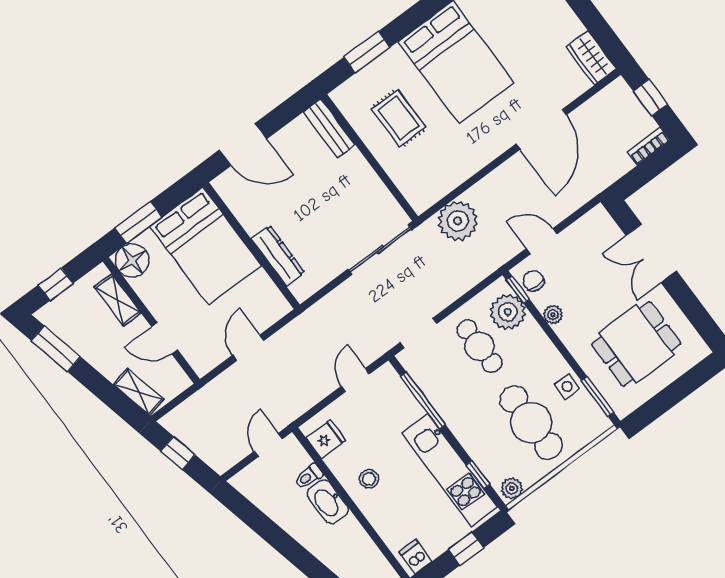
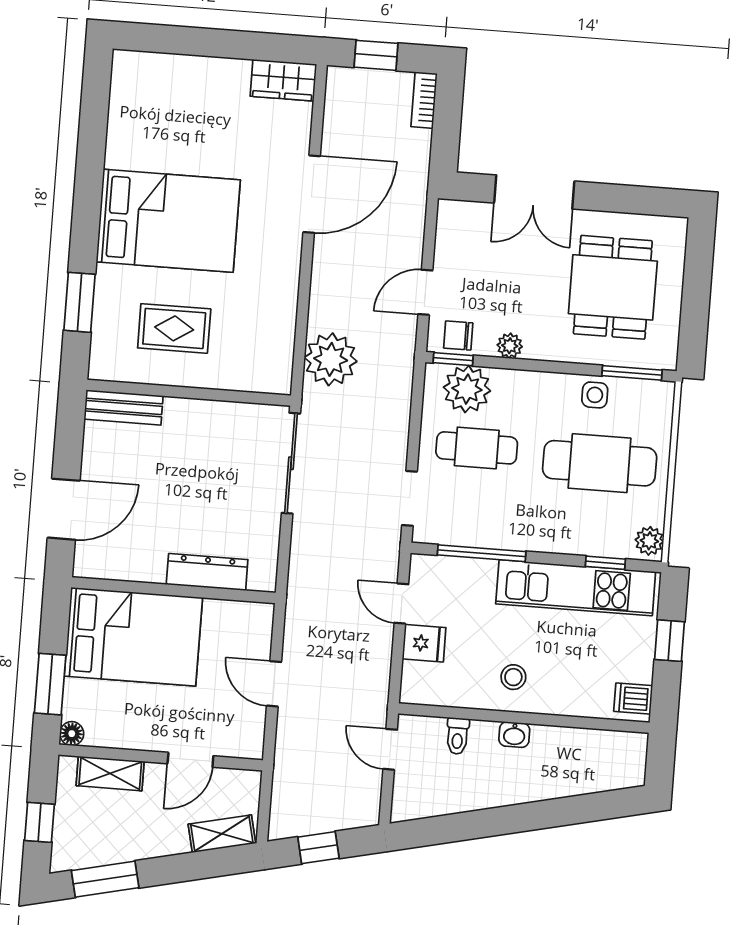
door: (541, 129) -> (312, 194), hinge flipped
floor lamp: (132, 260) -> (72, 734), width x0.53, depth x0.53
fridge: (326, 439) -> (424, 643), moved, turned 90
washbasin: (328, 502) -> (514, 735), width x0.52, depth x0.69

